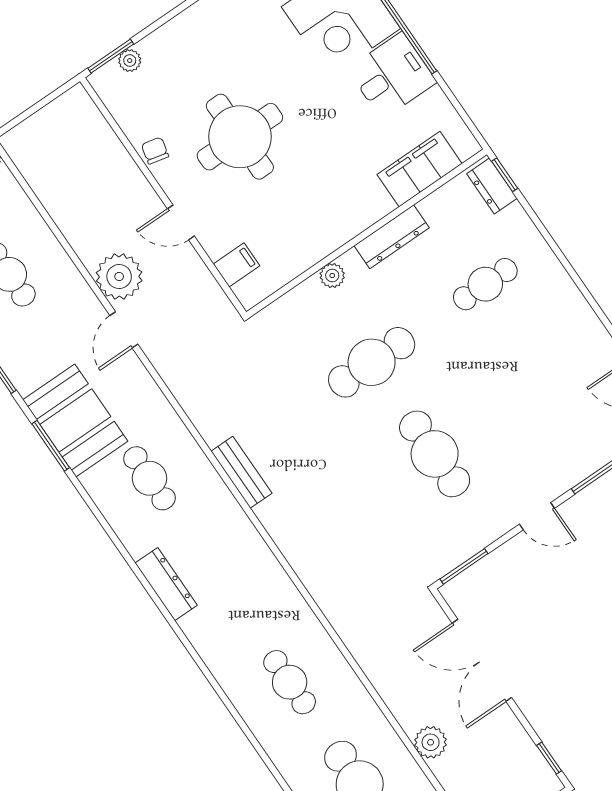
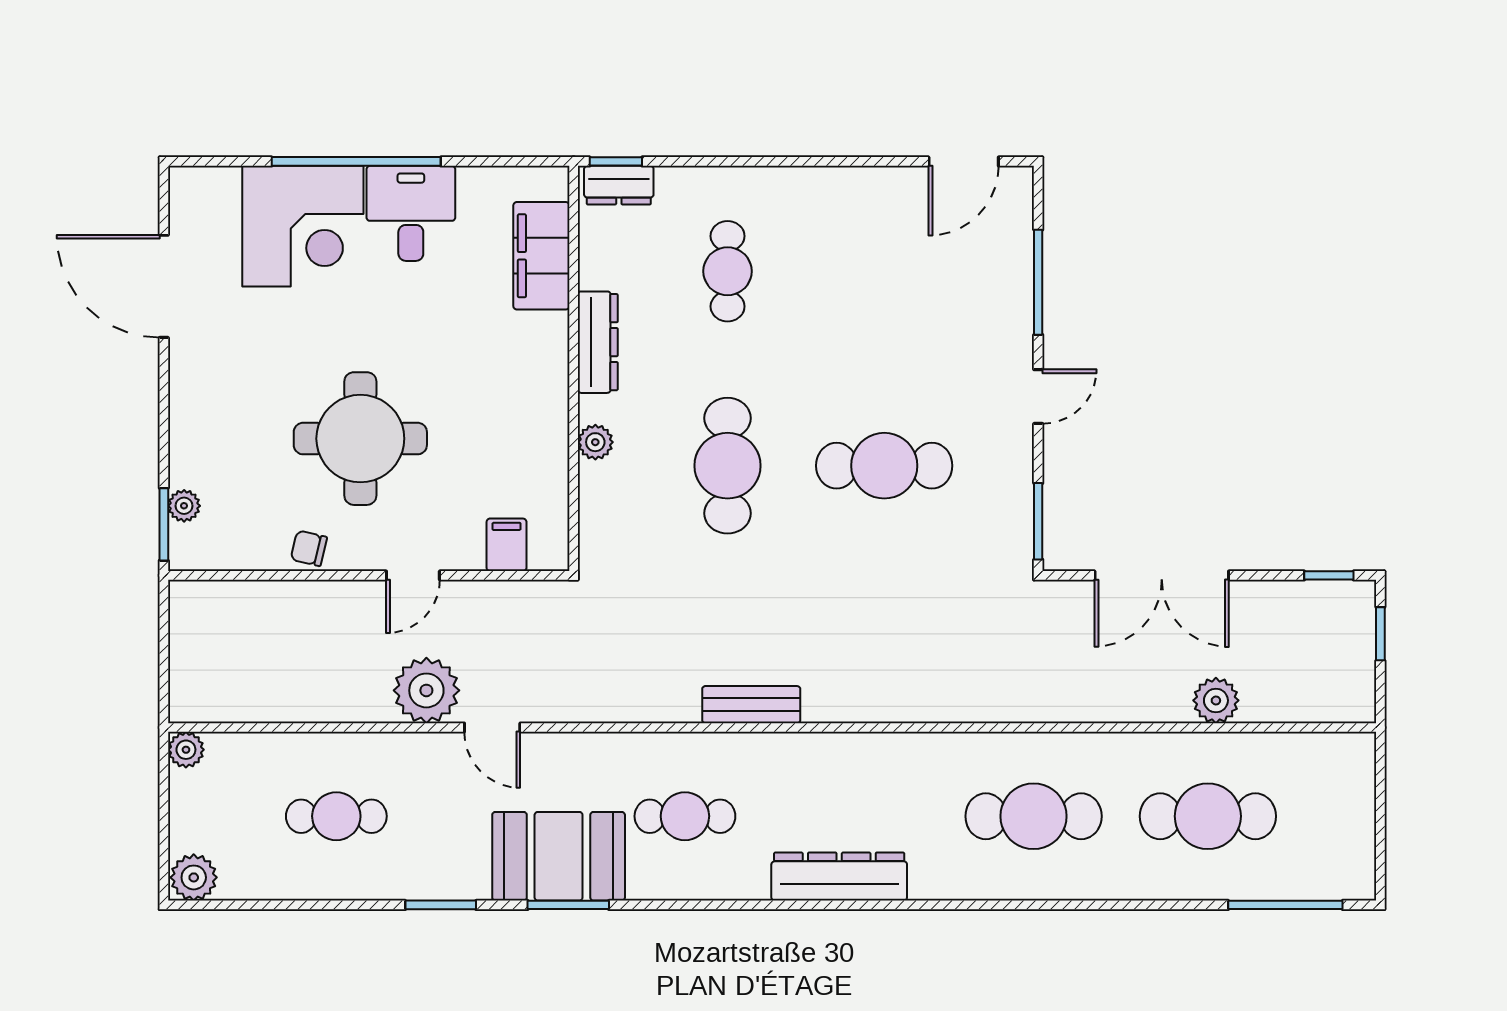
dresser: (166, 584) -> (839, 877), width x1.37, depth x1.24
cafe table: (290, 682) -> (1034, 816), width x1.37, depth x1.35

